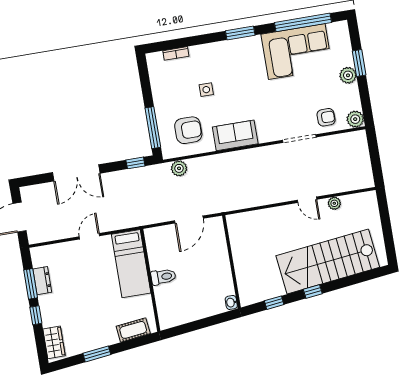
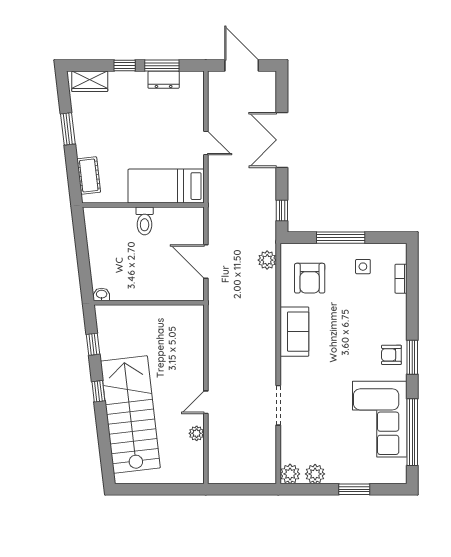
plant: (348, 75) -> (315, 474), moved
side table: (206, 90) -> (363, 267), moved
armchair: (326, 117) -> (391, 355), moved, turned 90
window: (153, 128) -> (341, 238), moved

